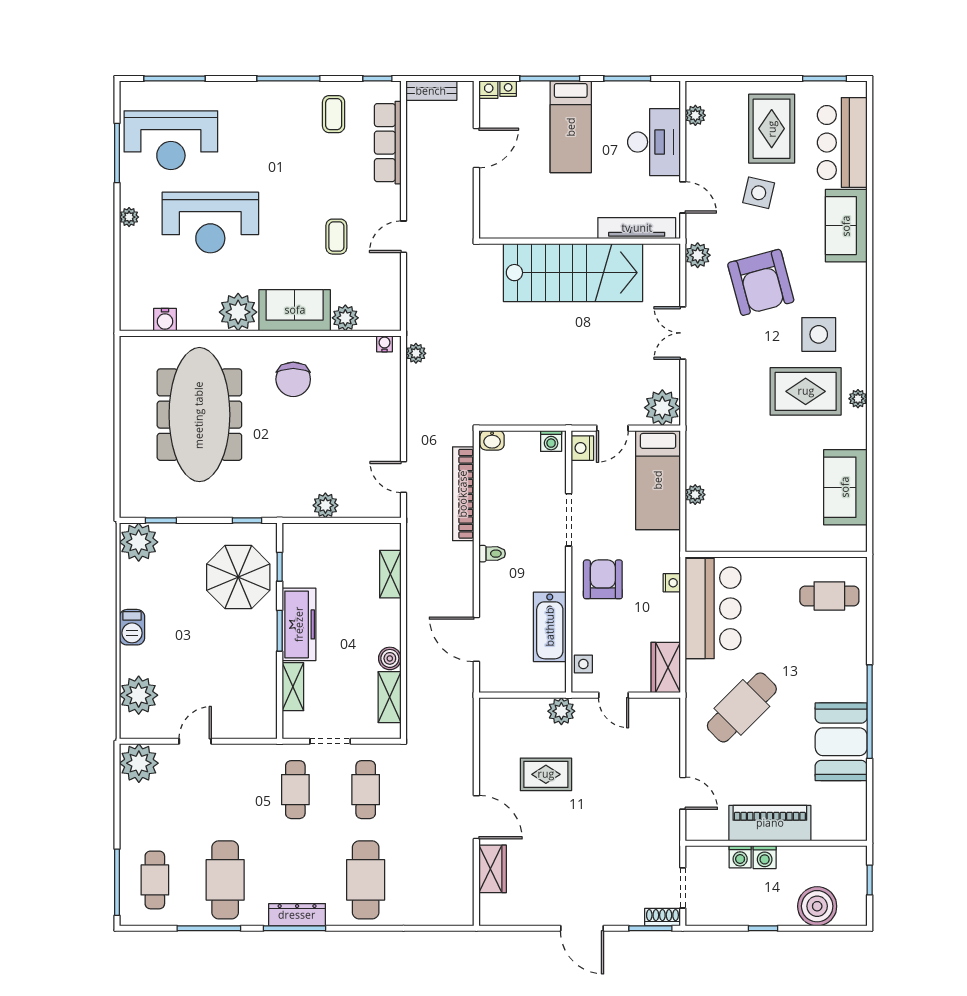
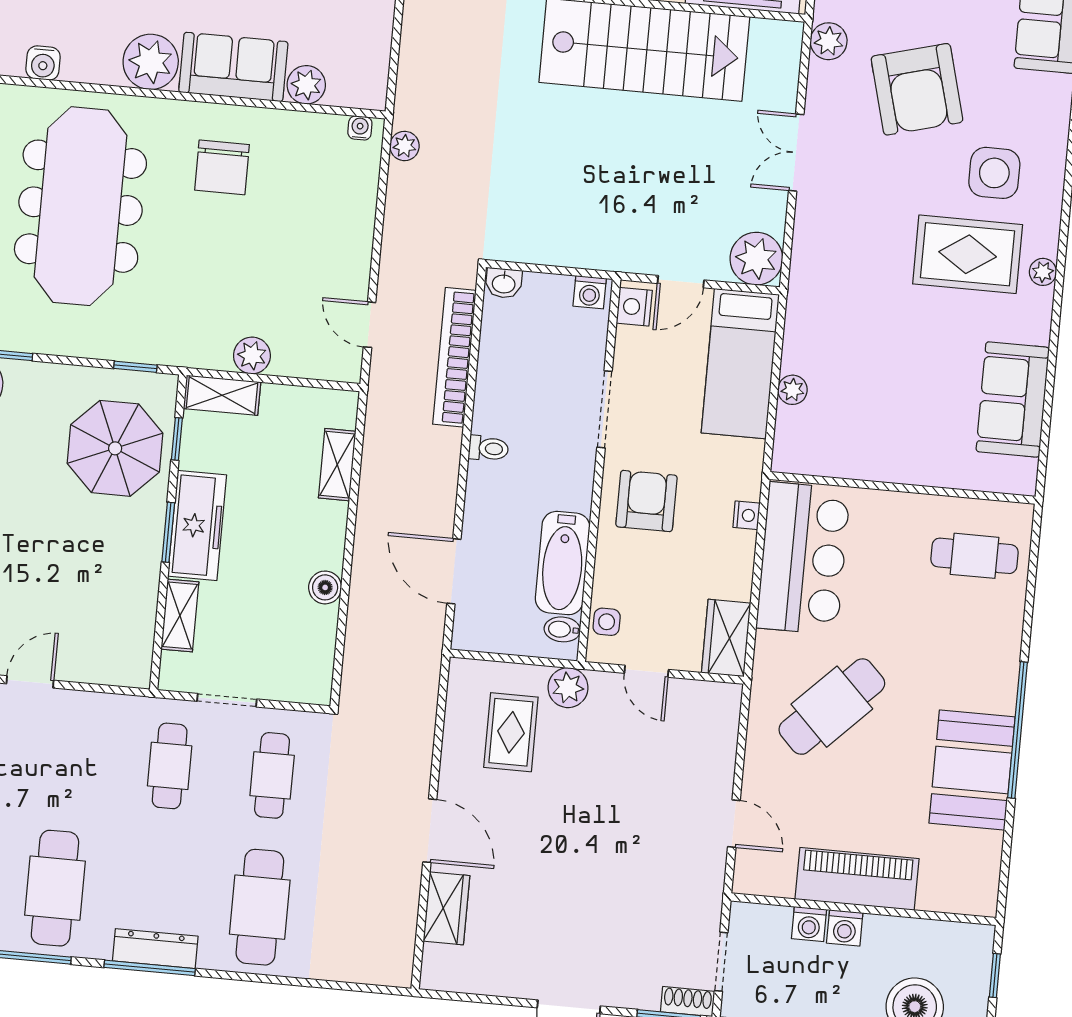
bidet: (554, 672) -> (562, 629), added
shelving: (390, 697) -> (222, 395), moved, turned 90
rug: (546, 774) -> (511, 732), moved, turned 90

